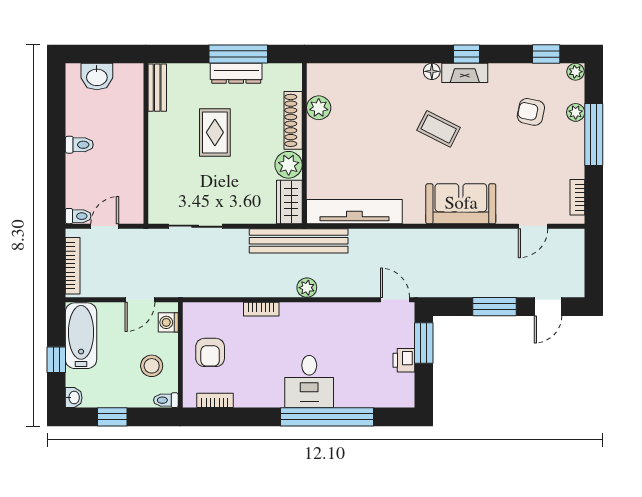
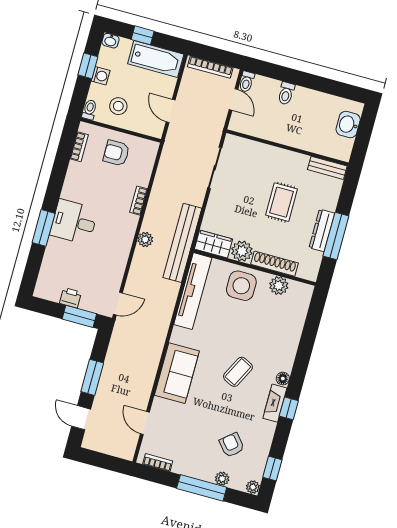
armchair: (531, 112) -> (232, 445), turned -52
rug: (215, 132) -> (281, 202), turned 90
toilet: (79, 145) -> (286, 93), moved
side table: (331, 154) -> (241, 286), added
washing machine: (168, 322) -> (101, 76), moved, turned 90
window: (327, 417) -> (44, 228), width x0.47

